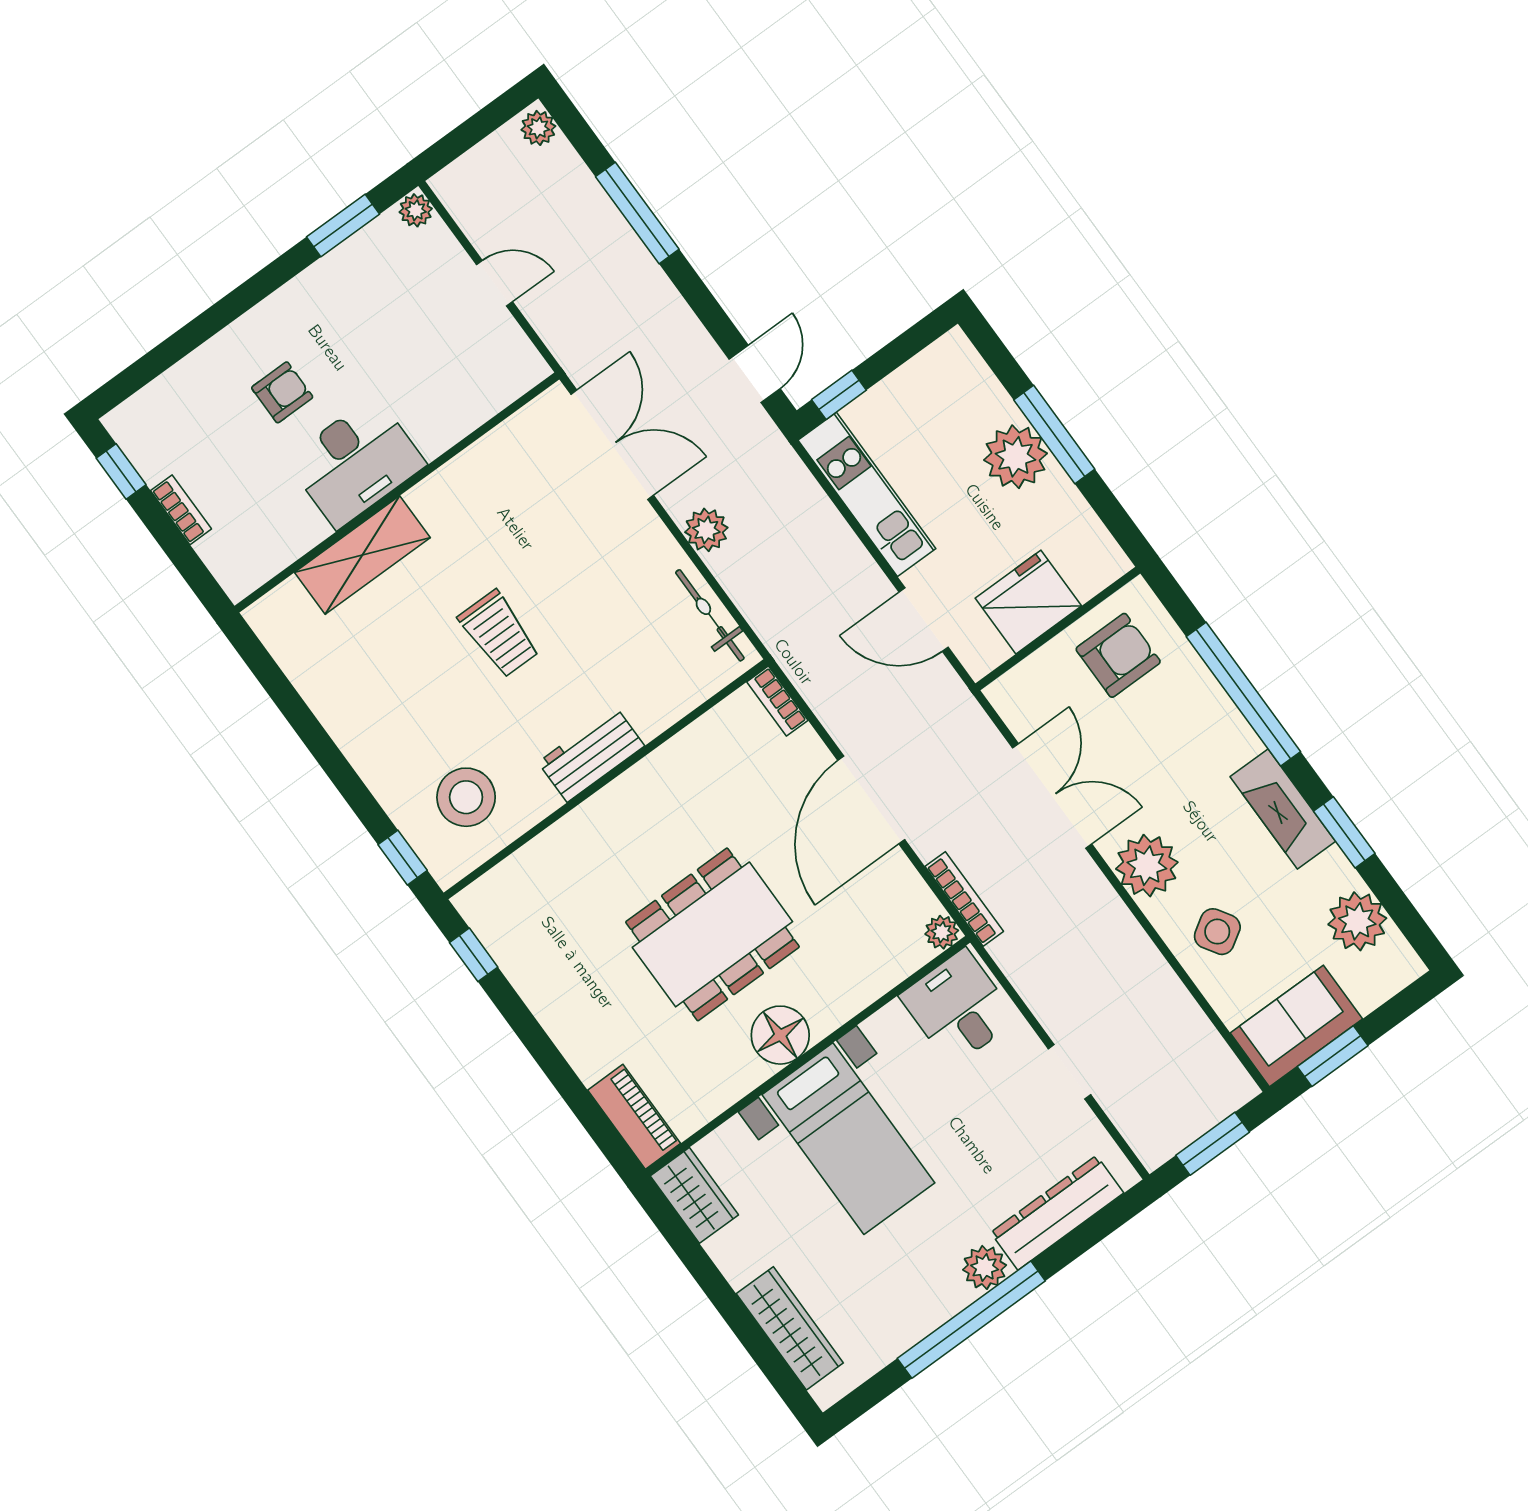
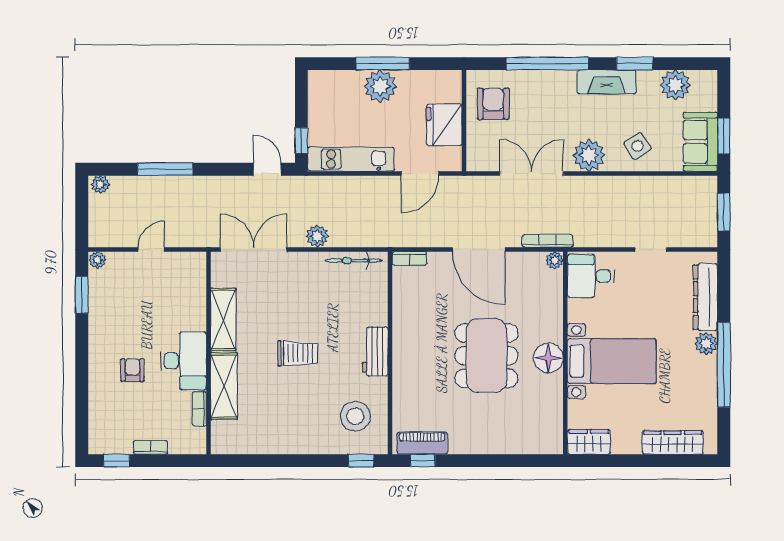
shelving: (466, 477) -> (223, 320), added
bookcase: (298, 543) -> (199, 409), added
piano: (634, 1117) -> (422, 443), moved

